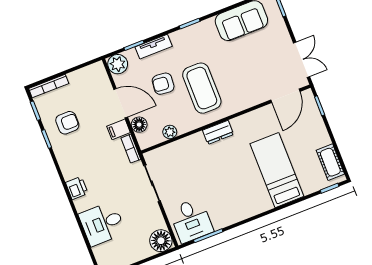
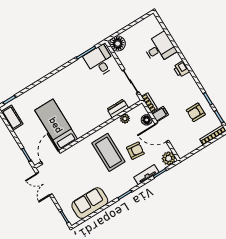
dresser: (218, 132) -> (118, 108), moved
bed: (277, 170) -> (56, 125), moved, turned 180

